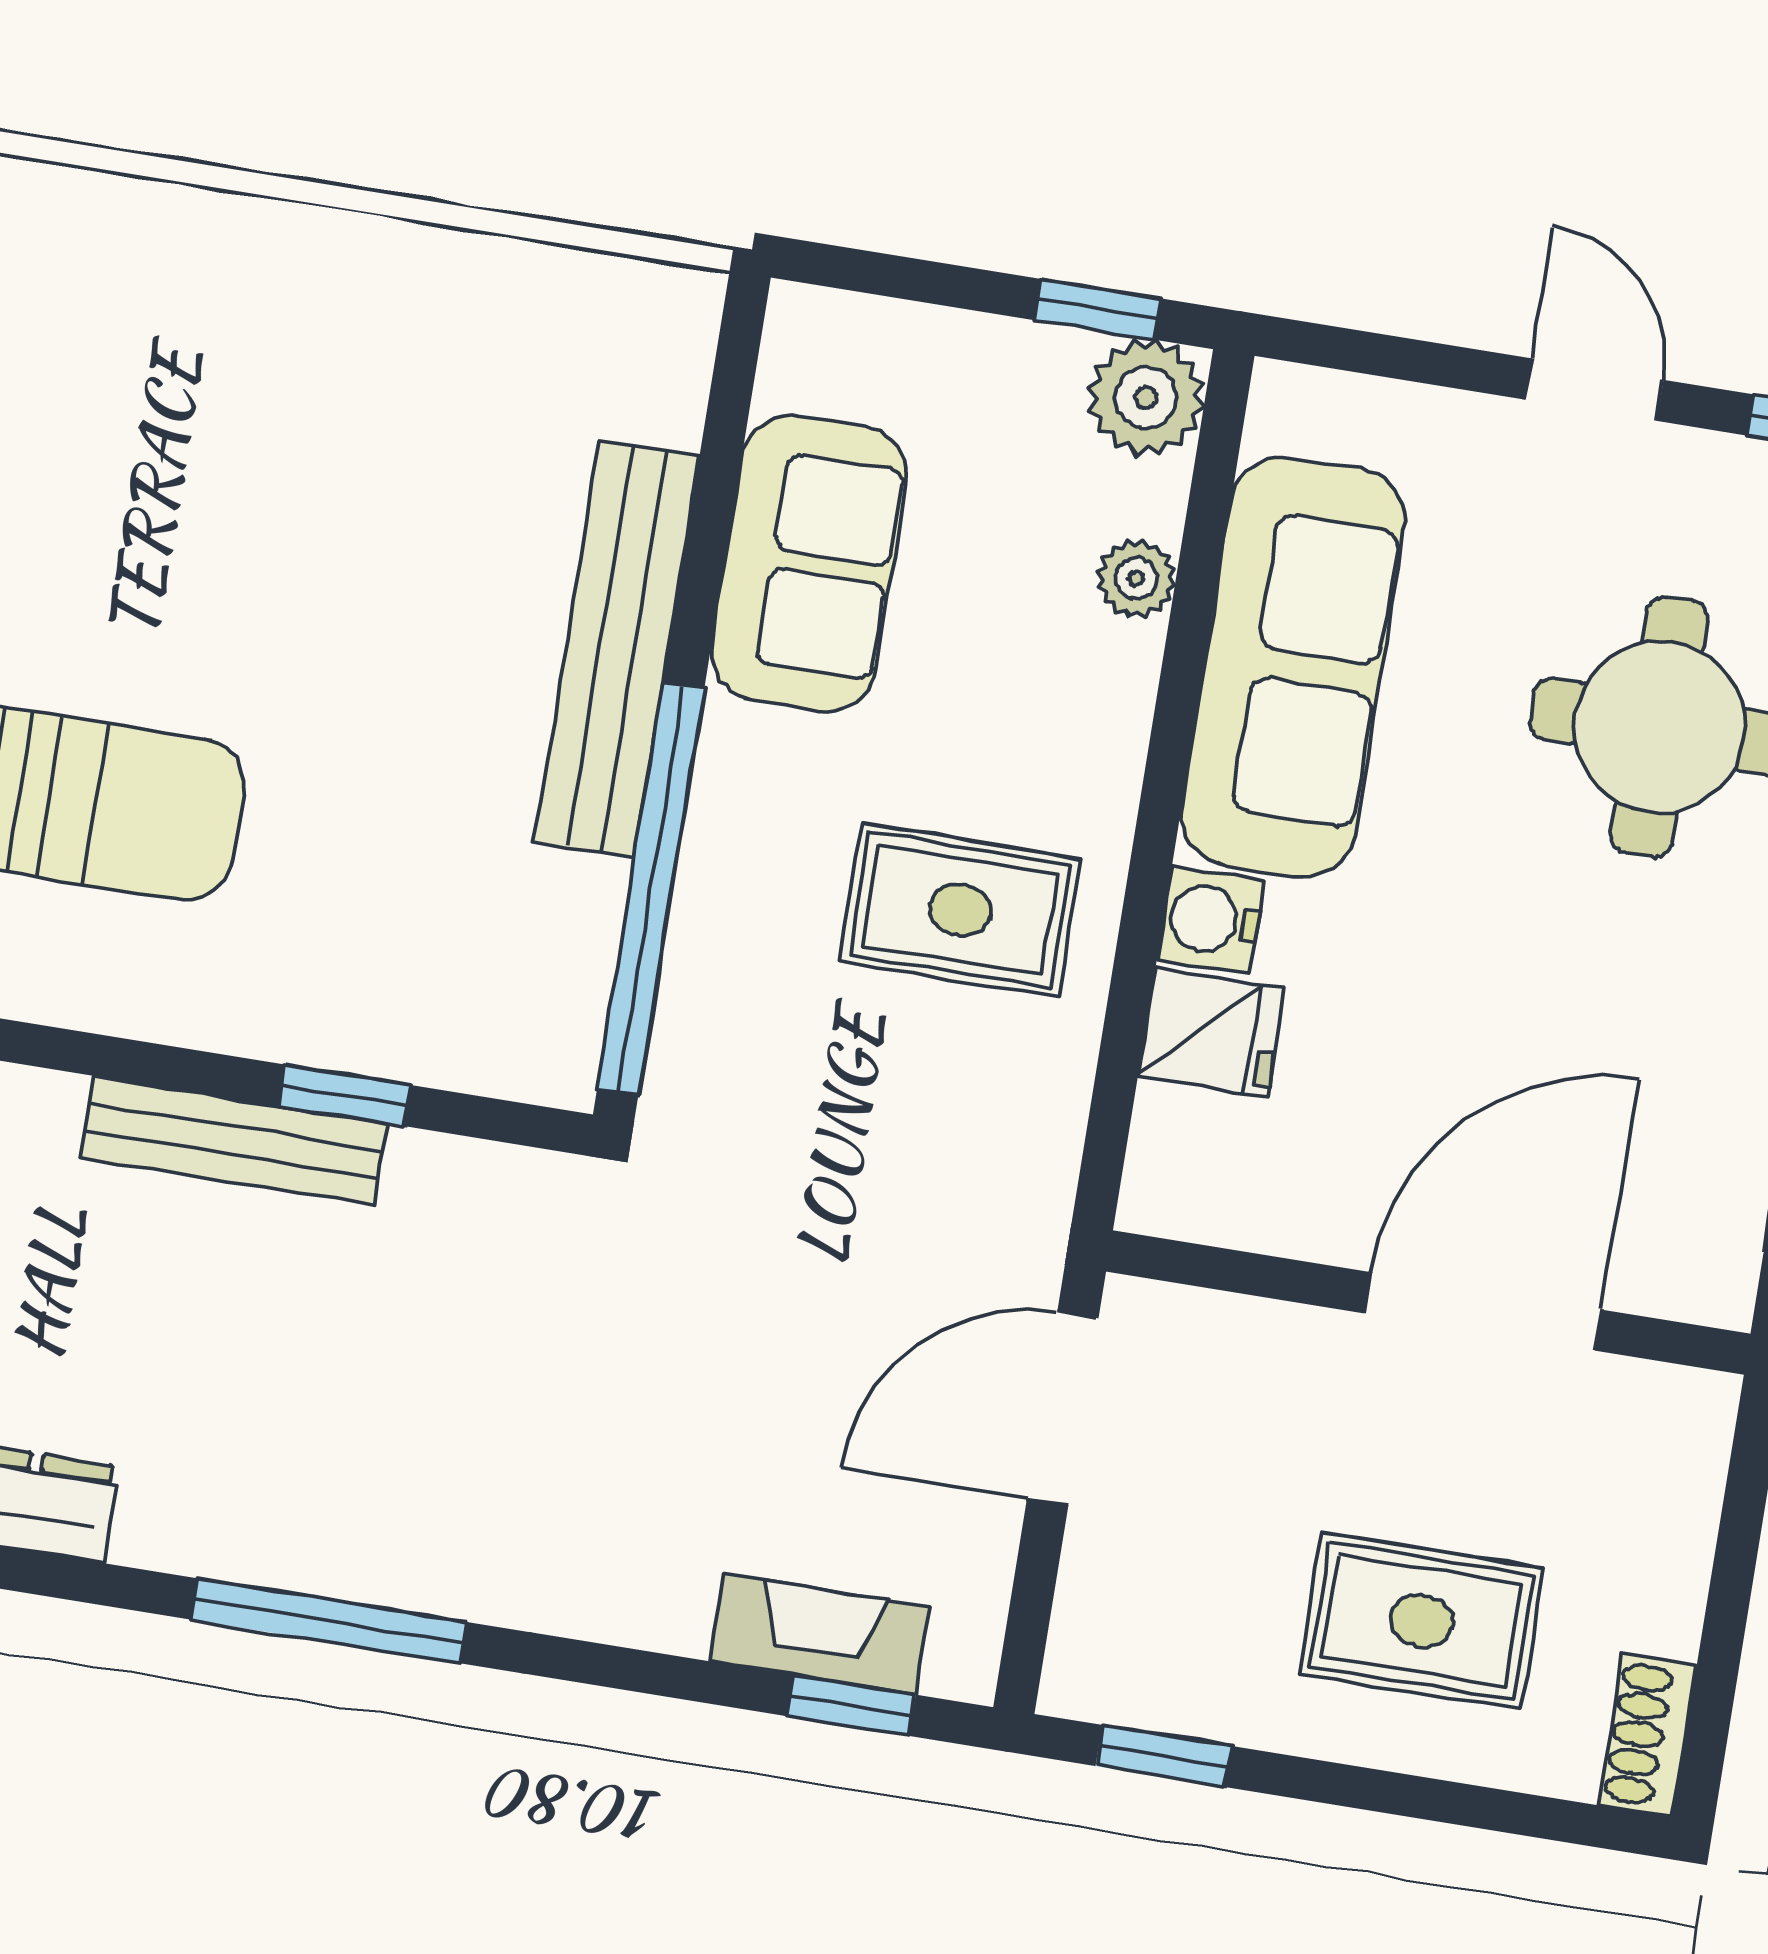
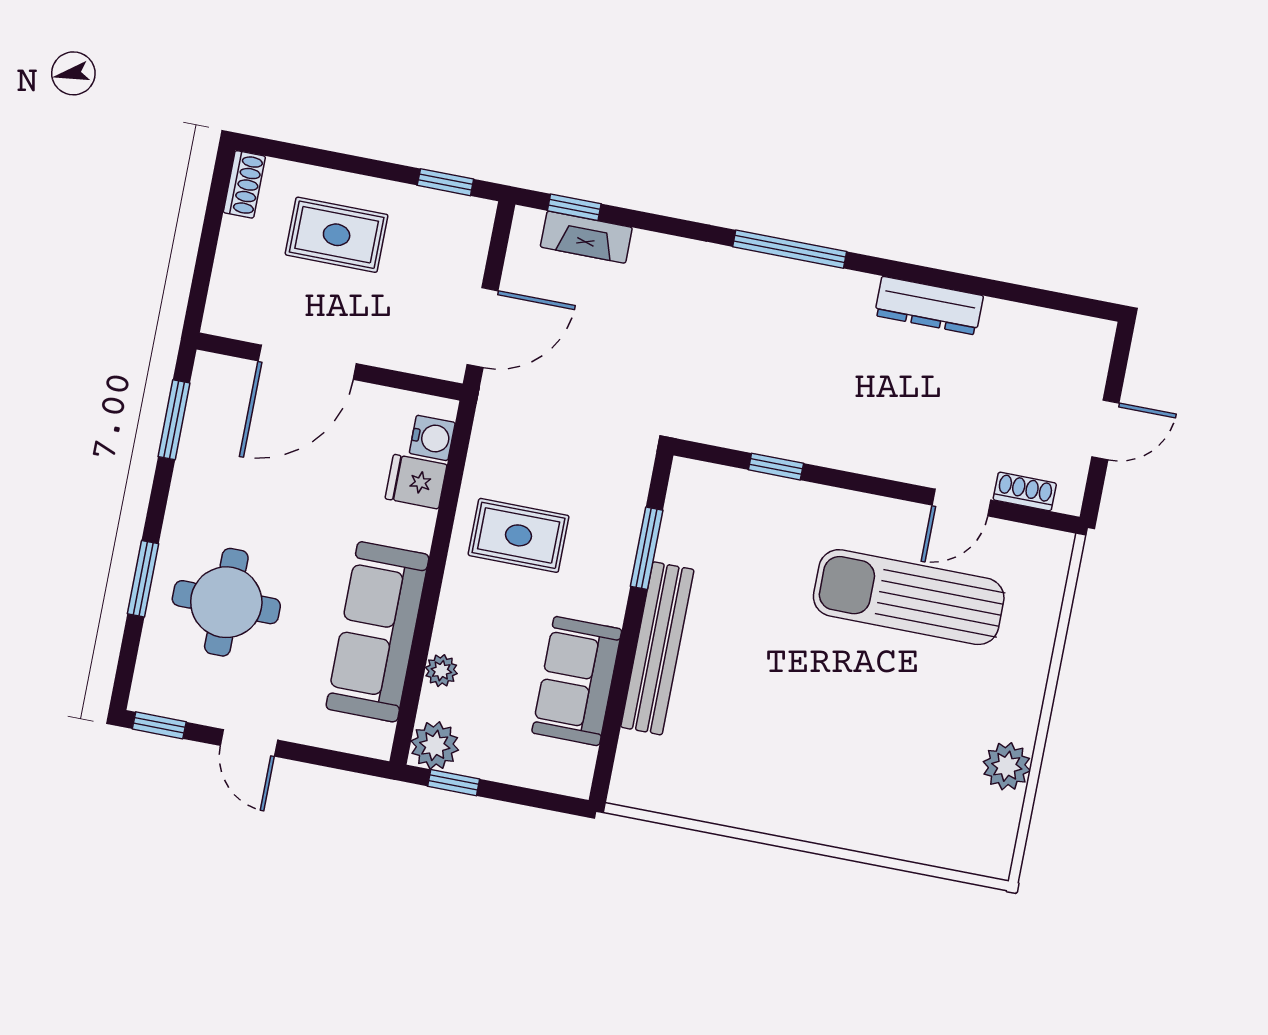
window: (651, 889) -> (647, 548), width x0.47
water cooler: (1211, 919) -> (432, 438), moved
bench: (233, 1141) -> (823, 449), removed

